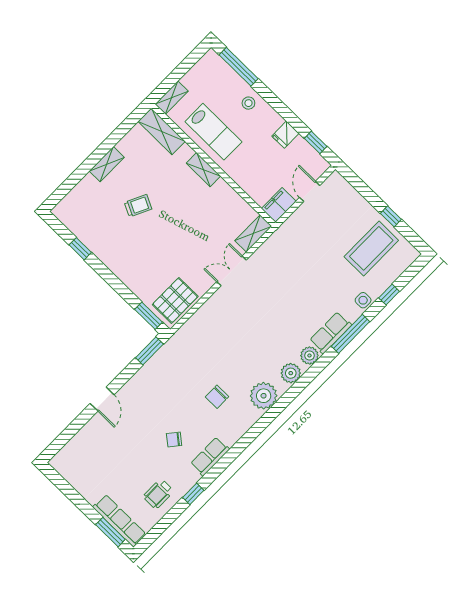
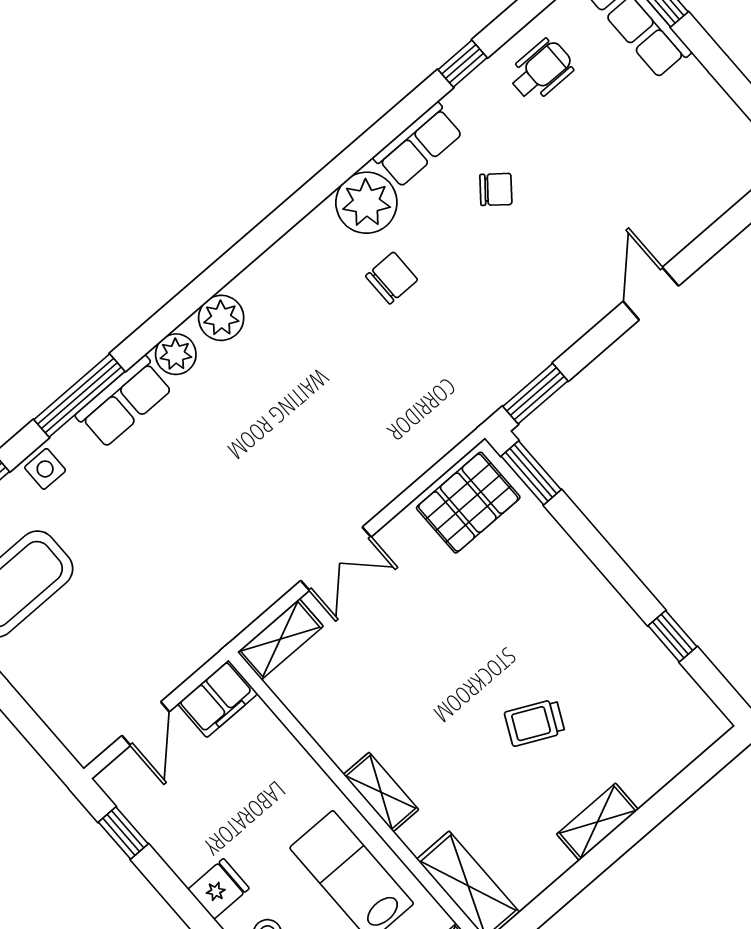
fridge: (285, 135) -> (219, 889), moved
plant: (264, 396) -> (366, 203), moved

